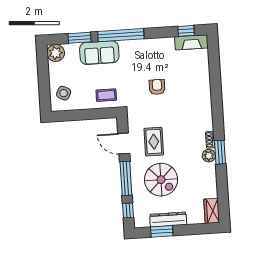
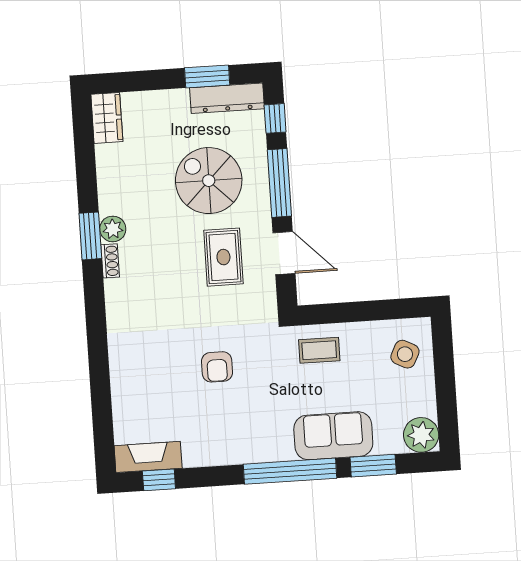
dresser: (168, 219) -> (227, 98), moved

